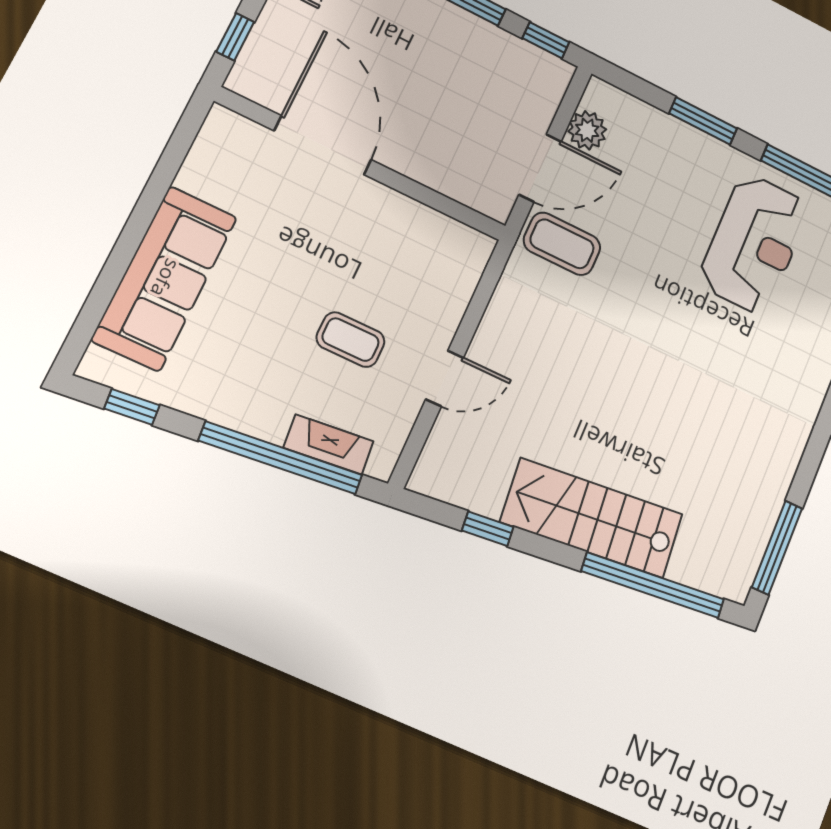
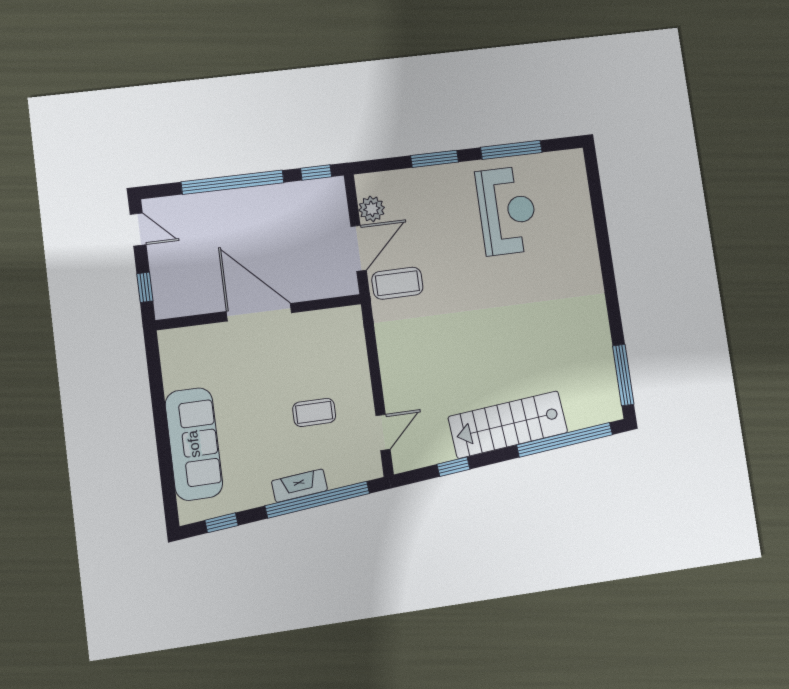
door: (323, 145) -> (259, 312), moved
door: (445, 378) -> (383, 432), moved
fireplace: (329, 444) -> (299, 486), moved

